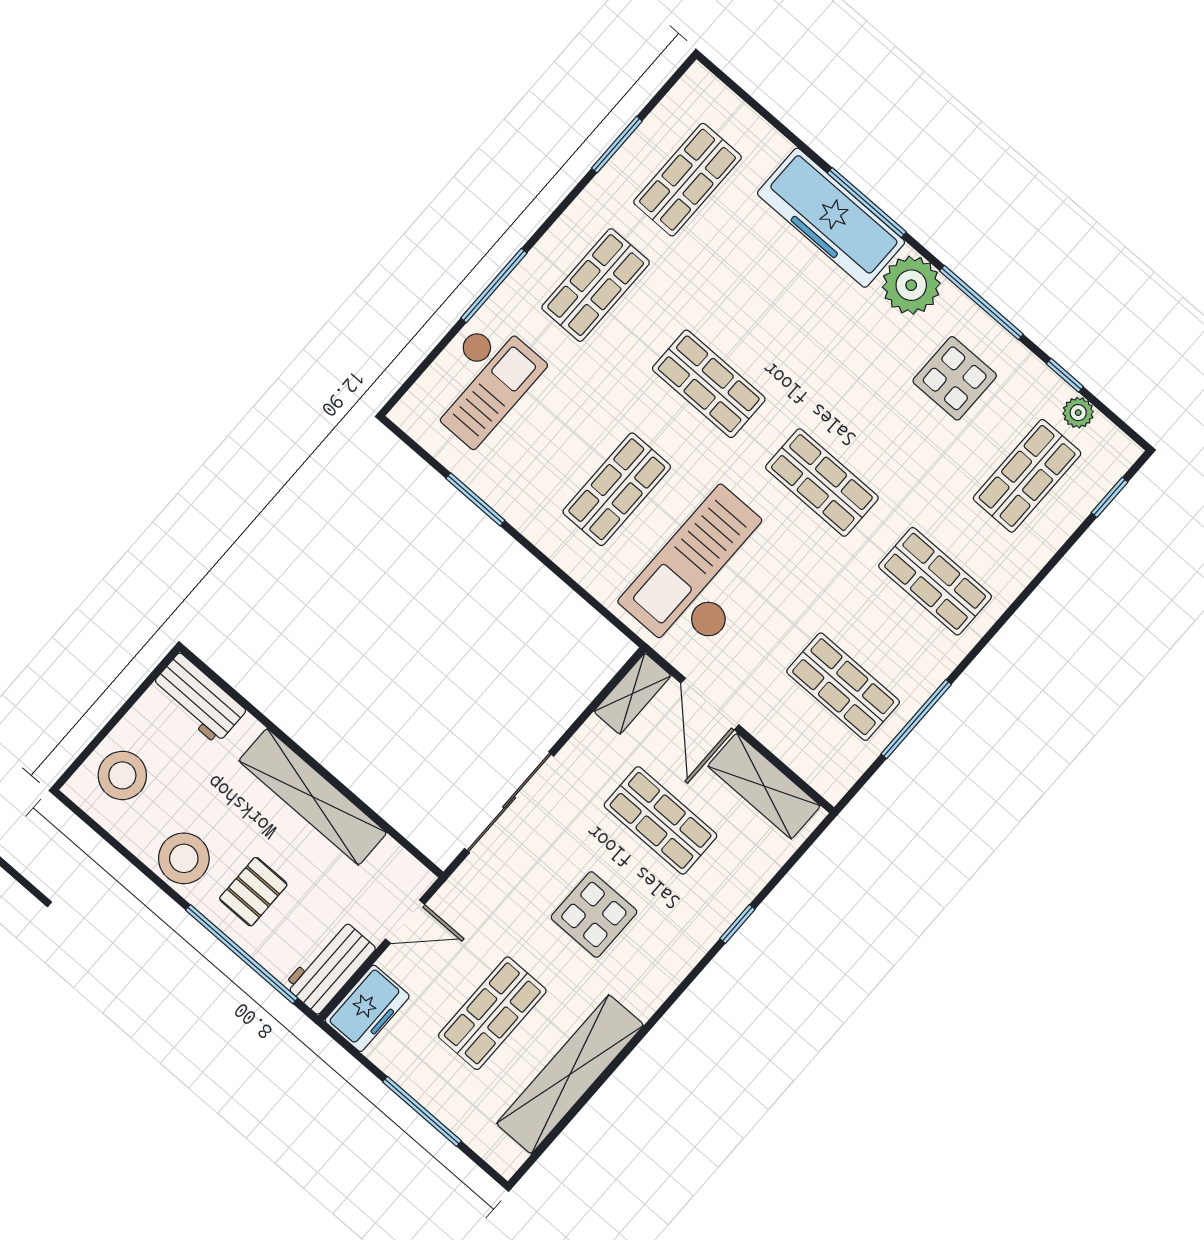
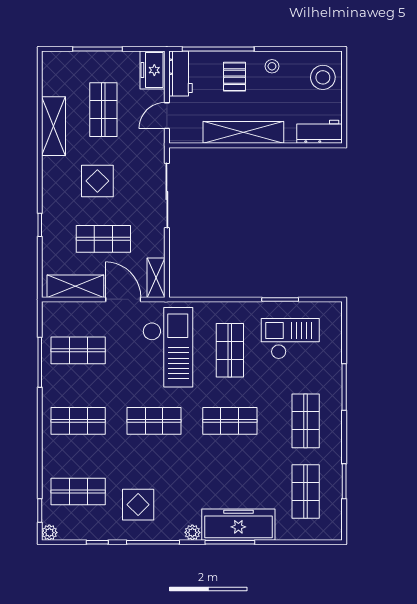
plant: (911, 285) -> (192, 532), width x0.53, depth x0.53
checkout: (481, 382) -> (290, 339), moved, turned 90
plant: (1078, 413) -> (49, 533), moved
shop shelf: (1027, 476) -> (78, 491), turned 90
stool: (184, 858) -> (272, 66), width x0.53, depth x0.53
shelving: (570, 1074) -> (53, 126), width x0.68

